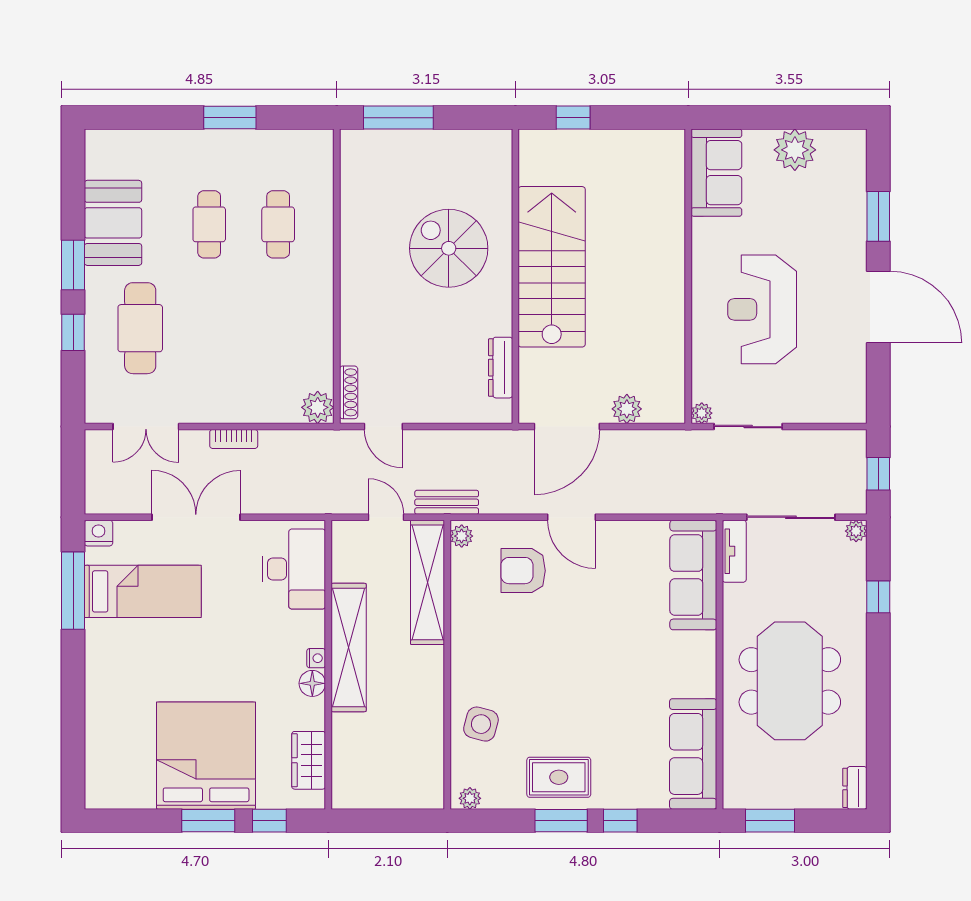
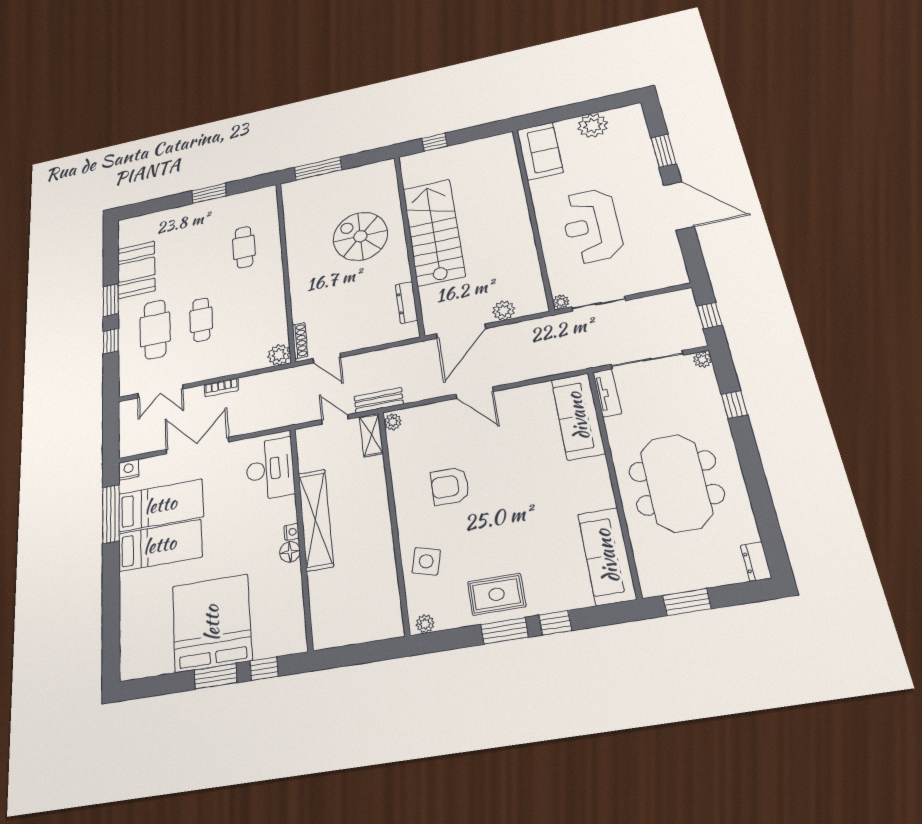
cafe table: (209, 224) -> (201, 320), moved
armchair: (523, 571) -> (450, 486), moved
shelving: (427, 582) -> (371, 435), width x0.45, depth x0.75
bed: (141, 645) -> (160, 545), added
wardrobe: (309, 760) -> (292, 613), removed

